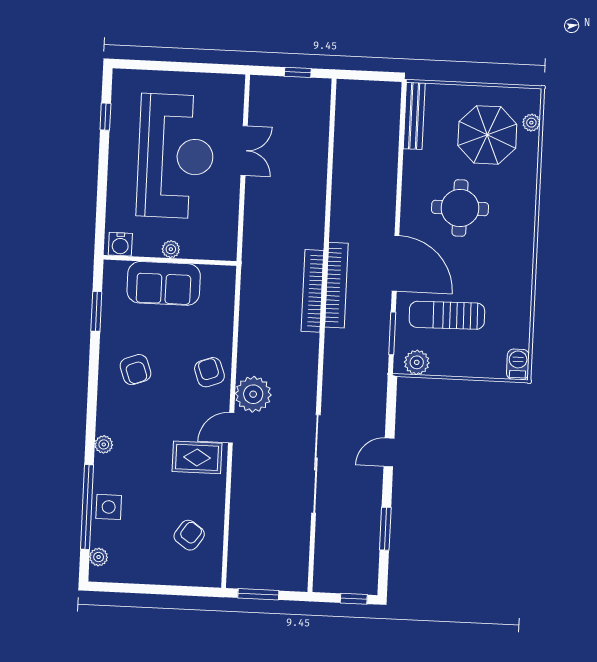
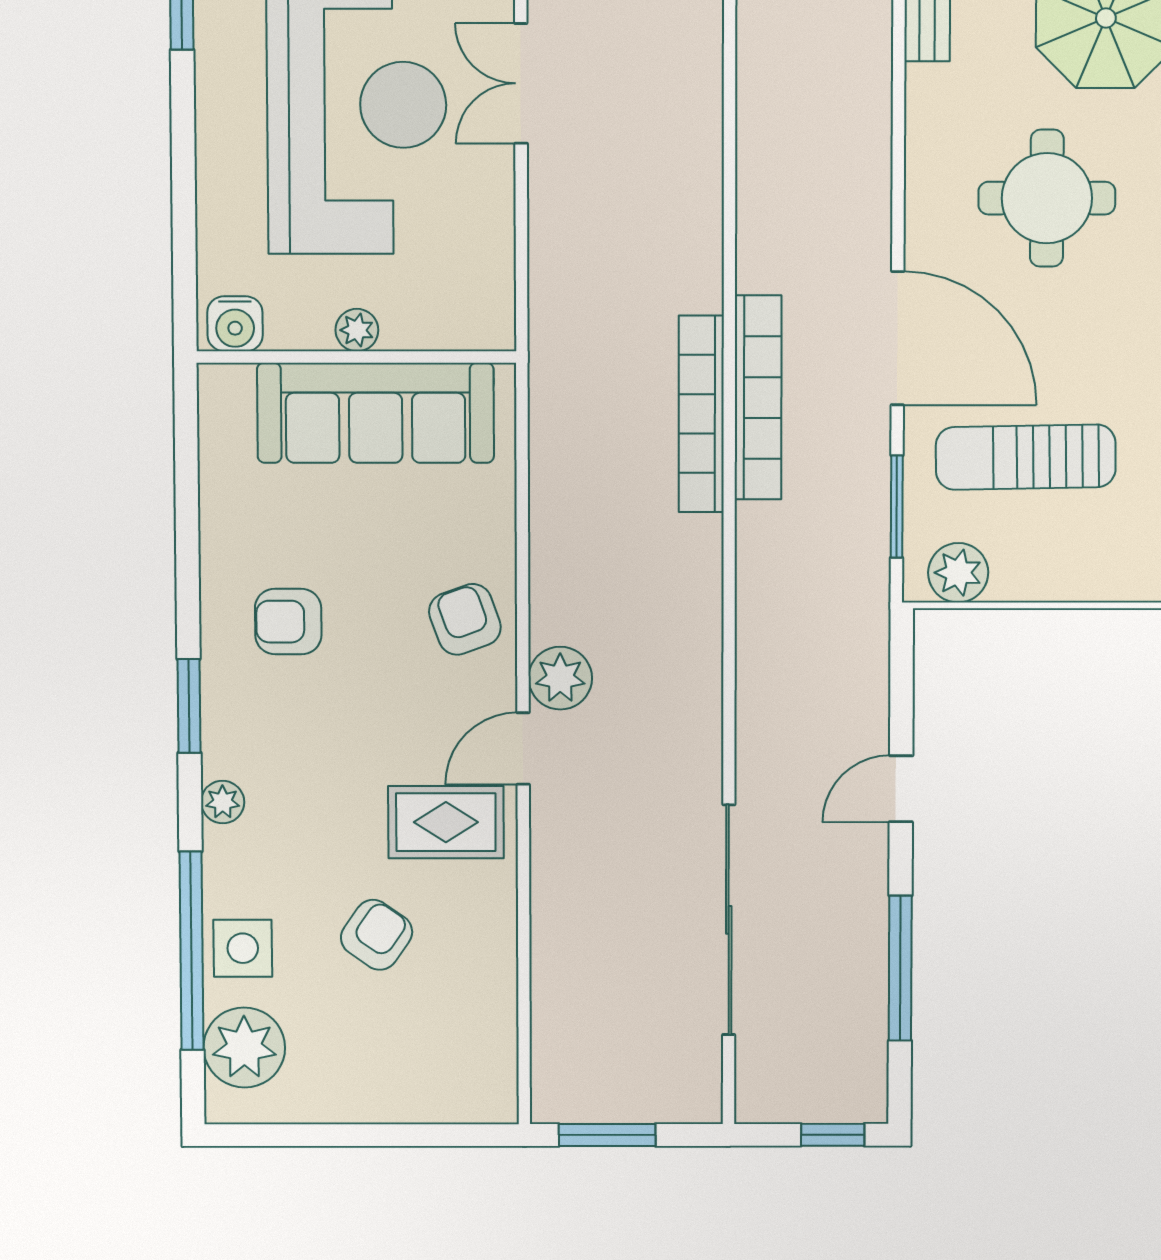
double door: (244, 151) -> (521, 83), swing flipped
sofa: (164, 283) -> (376, 413), width x1.36
window: (96, 311) -> (189, 706), moved
armchair: (135, 370) -> (288, 622), turned 110
plant: (253, 394) -> (560, 678), width x0.73, depth x0.73
sliding door: (316, 464) -> (729, 920), moved
window: (385, 529) -> (900, 968), width x1.44
armchair: (189, 535) -> (377, 935), moved
plant: (99, 557) -> (244, 1047), width x1.87, depth x1.87

